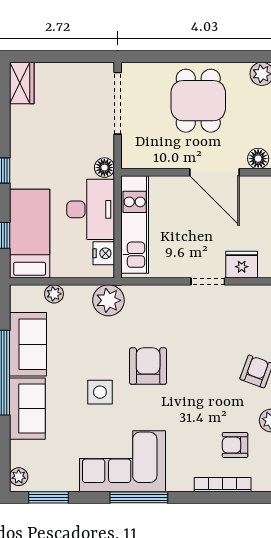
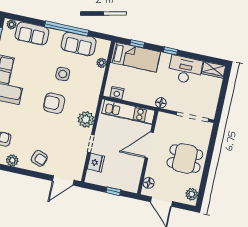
door: (215, 172) -> (149, 145), moved
desk: (91, 209) -> (185, 70), moved, turned 180
plant: (108, 300) -> (86, 119), moved
armchair: (148, 366) -> (54, 103), turned 180
side table: (100, 392) -> (63, 74), moved
sofa: (27, 409) -> (32, 33), moved

